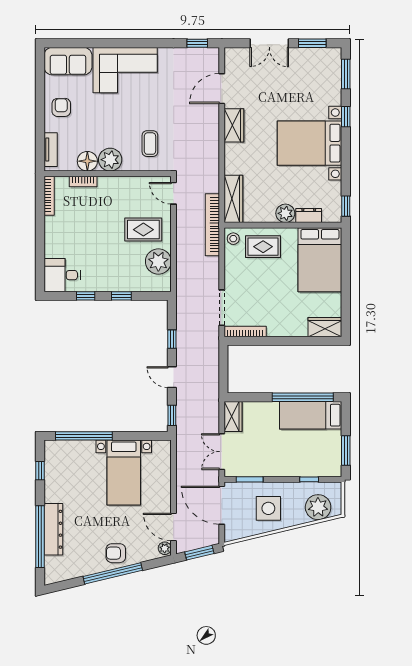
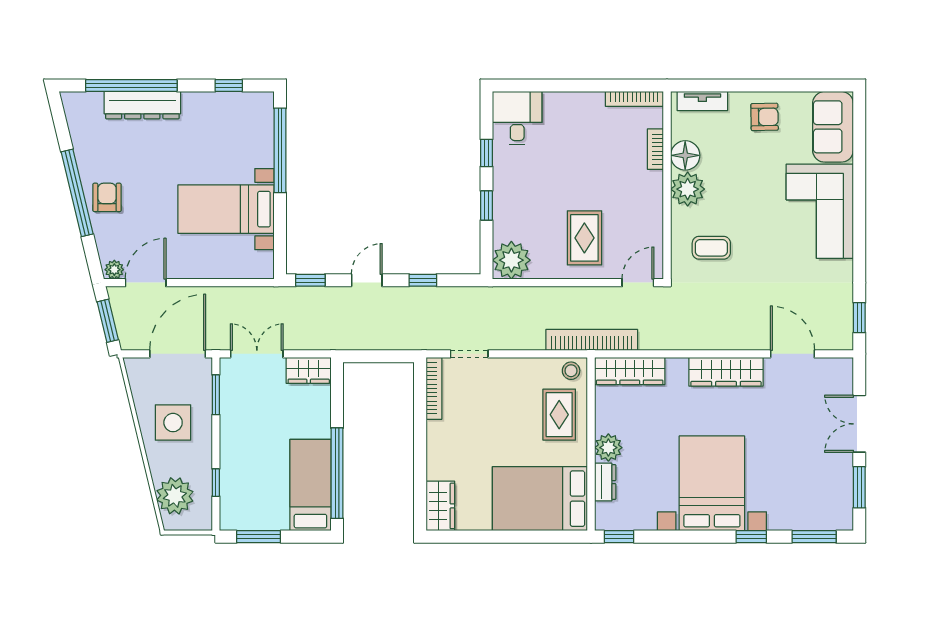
wardrobe: (234, 125) -> (726, 372), width x1.50
plant: (158, 261) -> (511, 260), moved
doorway: (222, 308) -> (469, 354), width x0.73

